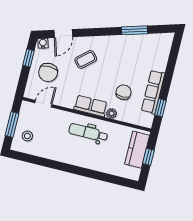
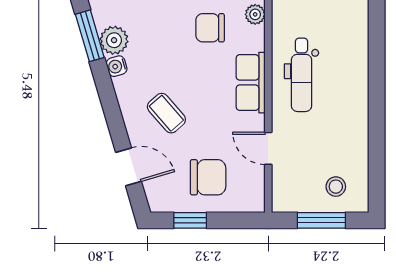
plant: (129, 42) -> (114, 40), added
water cooler: (43, 43) -> (117, 66), moved
door: (43, 104) -> (268, 148), moved
plant: (112, 113) -> (255, 14), moved

